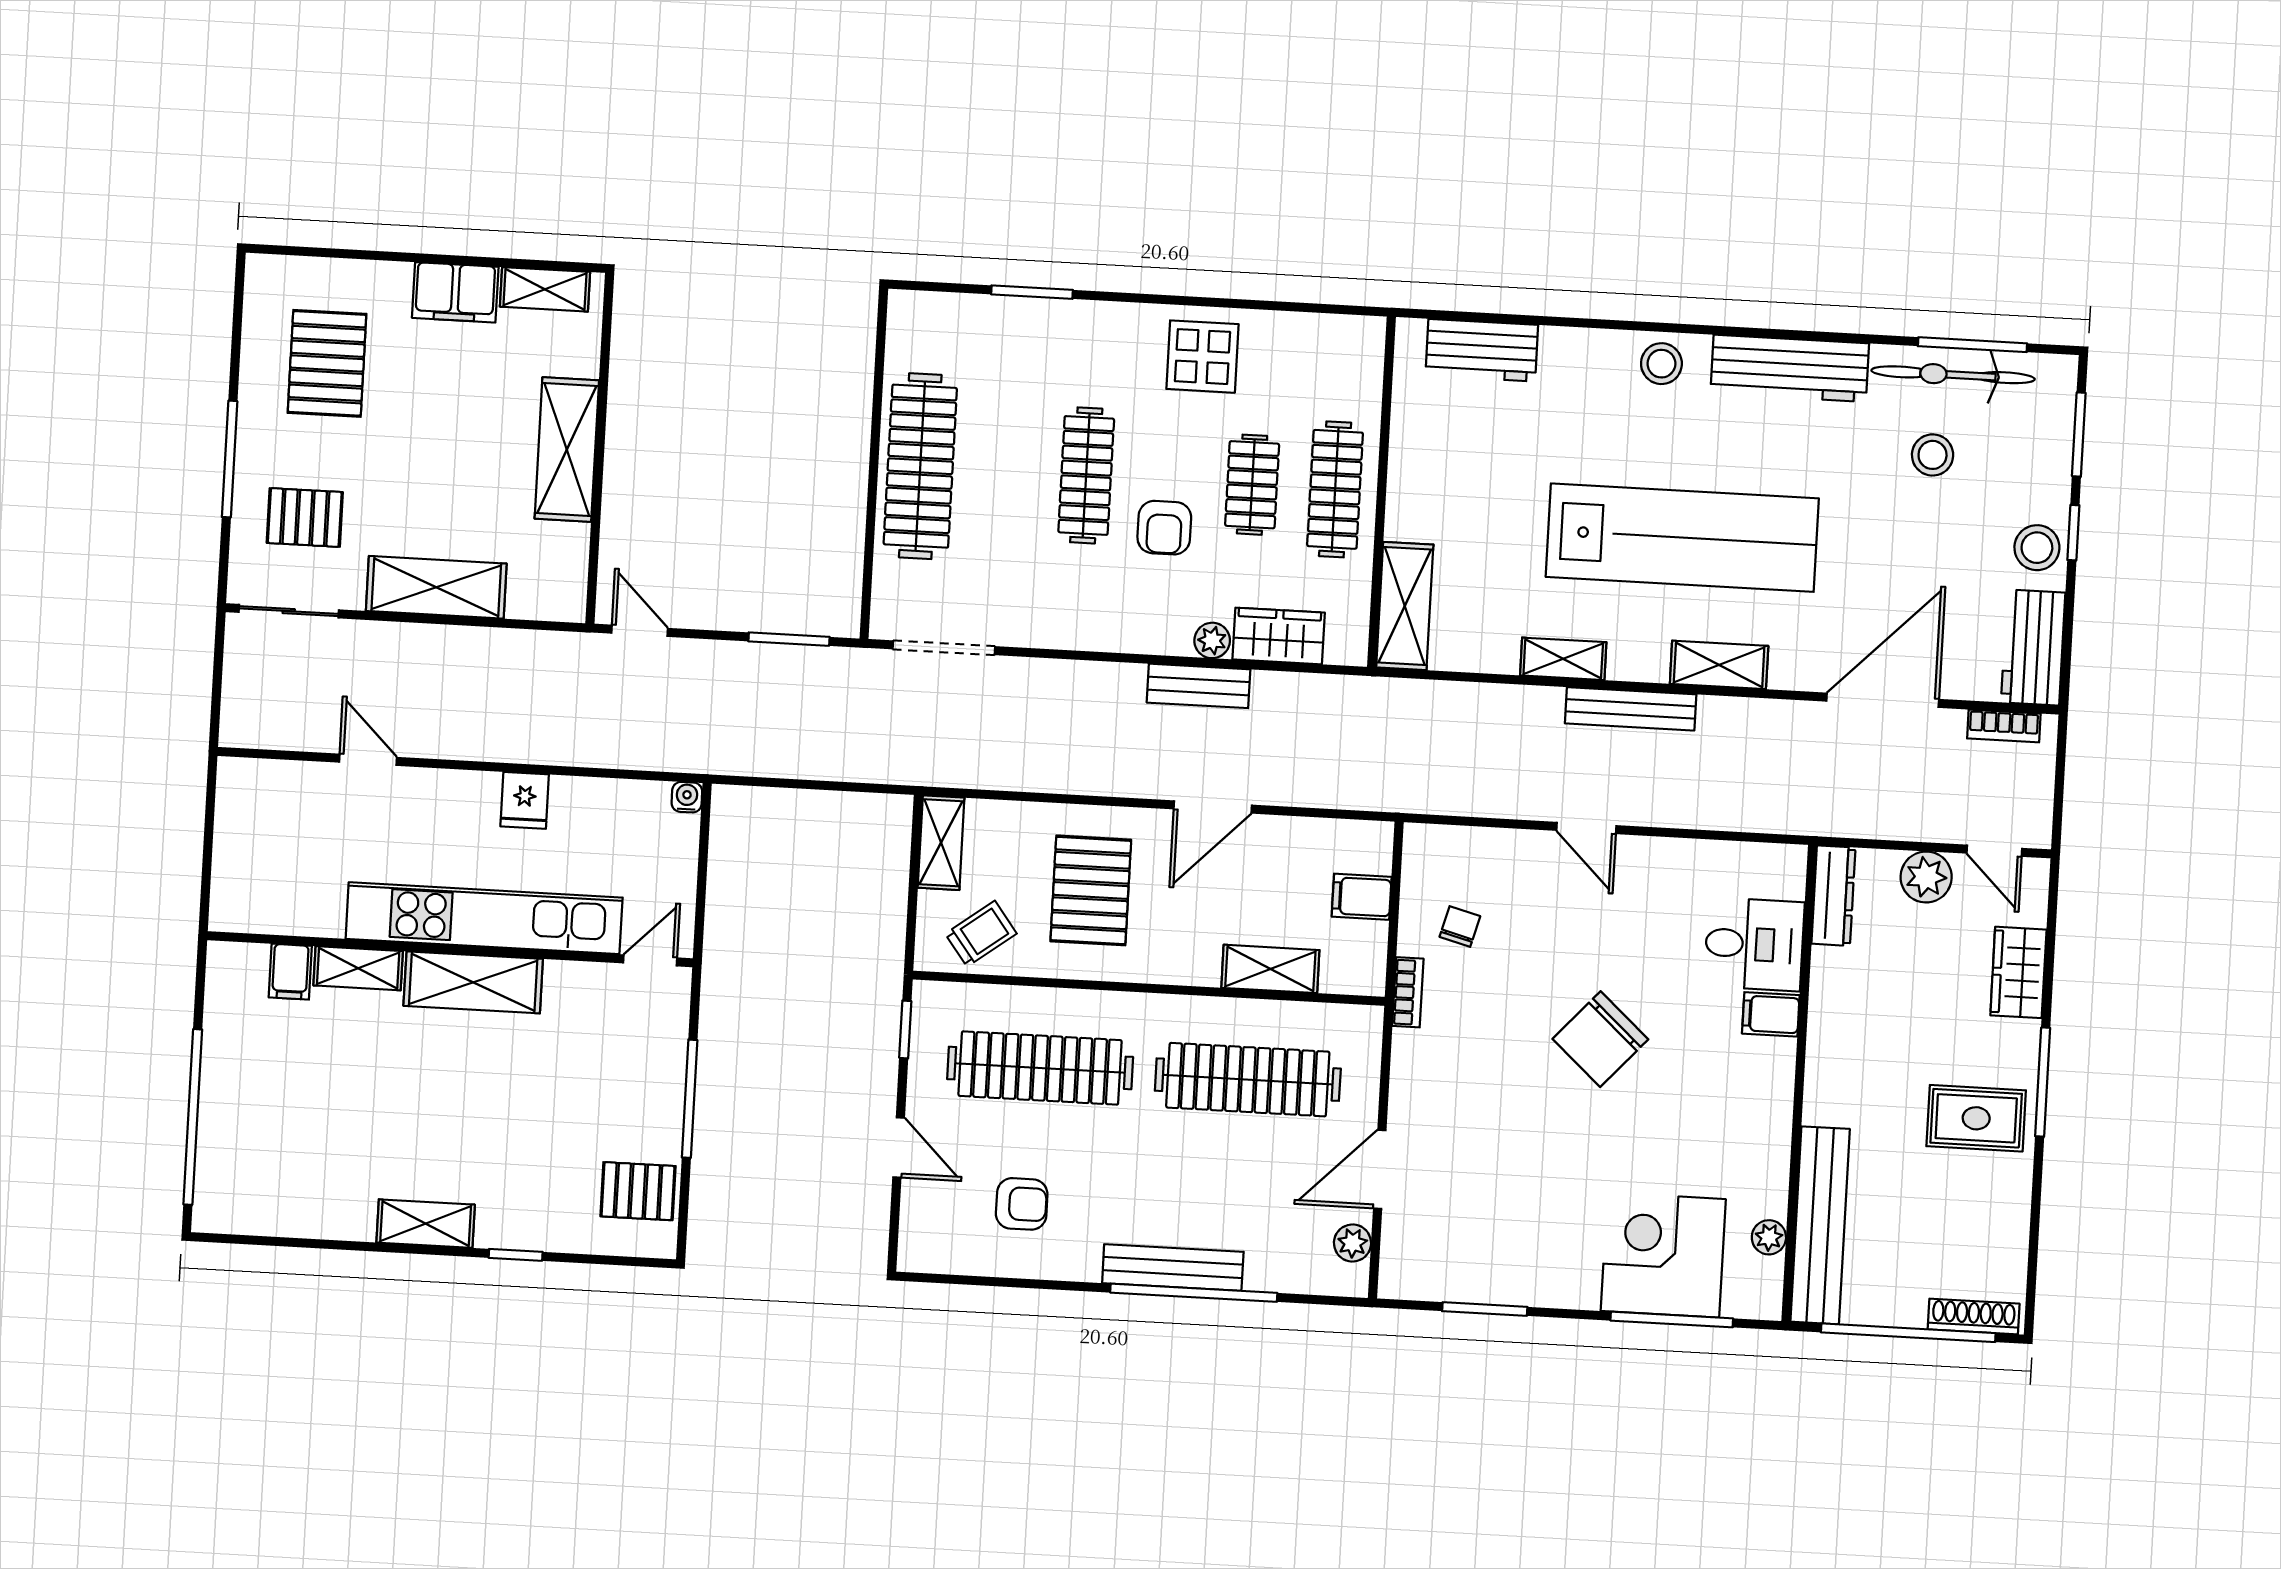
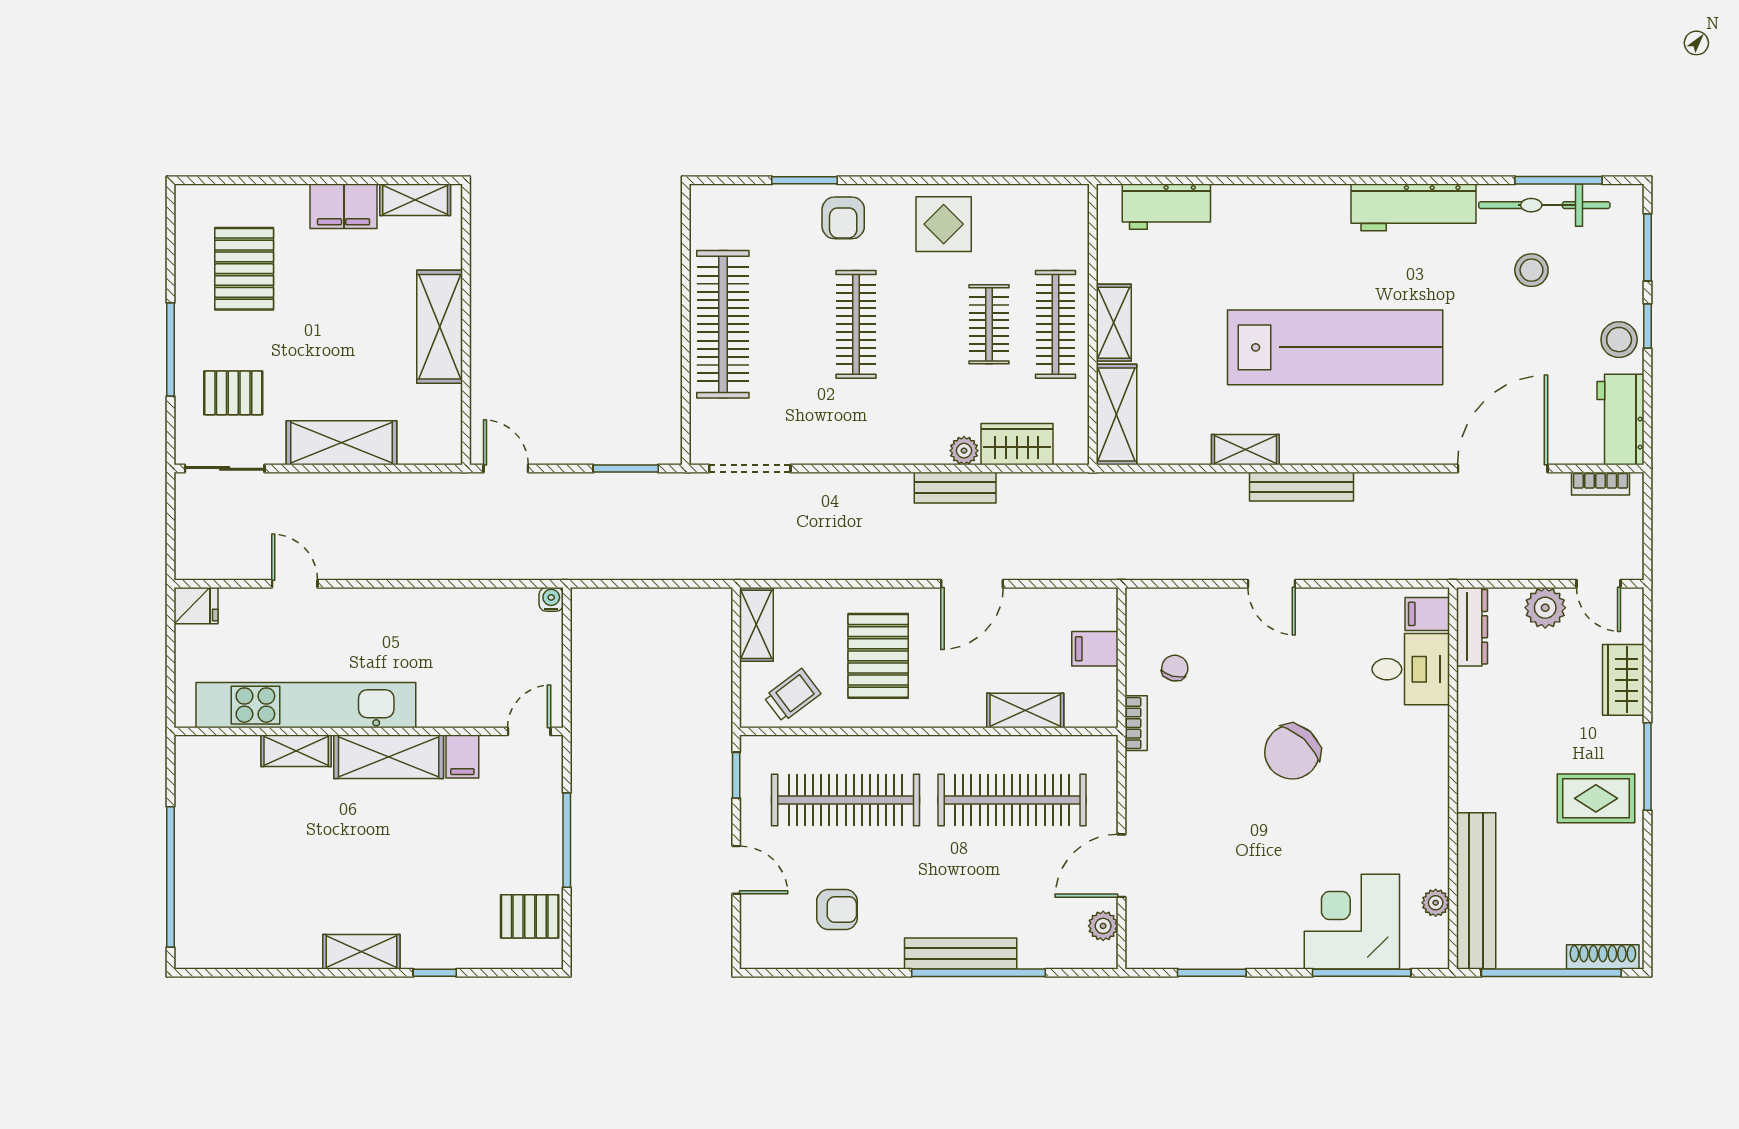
stool: (1661, 364) -> (1311, 209), removed
armchair: (1164, 528) -> (843, 218), moved
shelving: (1719, 665) -> (1114, 323), moved, turned 90
fridge: (525, 800) -> (196, 606), moved, turned -90
kitchen unit: (484, 918) -> (306, 705), moved
filing cabinet: (290, 972) -> (462, 757), moved
filing cabinet: (1771, 1014) -> (1427, 614), moved

